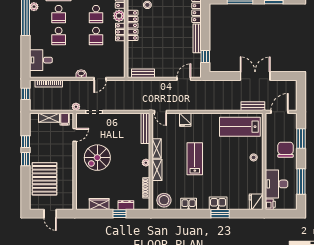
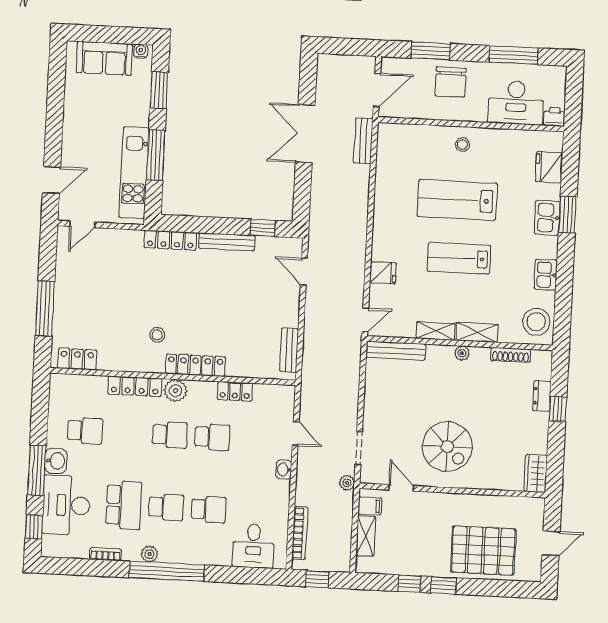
locker: (120, 32) -> (235, 391), moved
door: (280, 112) -> (377, 90), swing flipped
lab bench: (240, 127) -> (457, 200), moved, turned 90
chair: (286, 150) -> (451, 82), turned -90
fridge: (256, 202) -> (549, 167), moved, turned 90
wardrobe: (99, 204) -> (536, 474), moved

